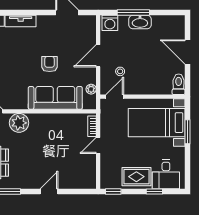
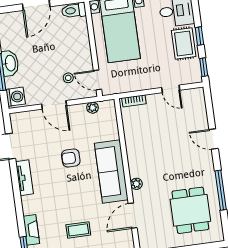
tv unit: (21, 21) -> (25, 178), moved
sofa: (55, 98) -> (111, 171), moved
plant: (19, 123) -> (136, 184), width x0.53, depth x0.53
door: (98, 145) -> (171, 89), moved
window: (154, 192) -> (199, 36), moved

